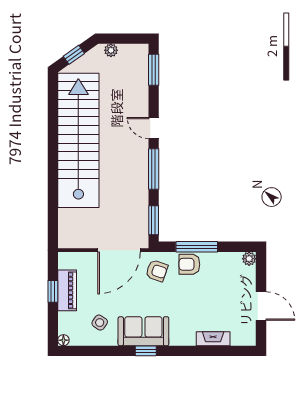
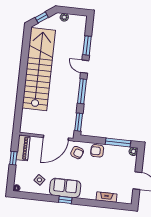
window: (154, 70) -> (87, 46), moved
window: (197, 247) -> (118, 142), moved
piano: (67, 290) -> (23, 148), moved

